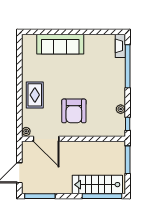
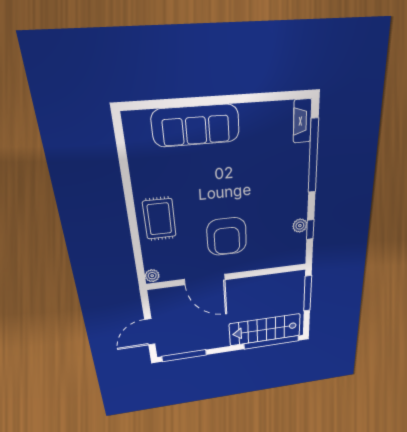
window: (128, 124) -> (310, 230), moved
door: (46, 139) -> (205, 280), moved

